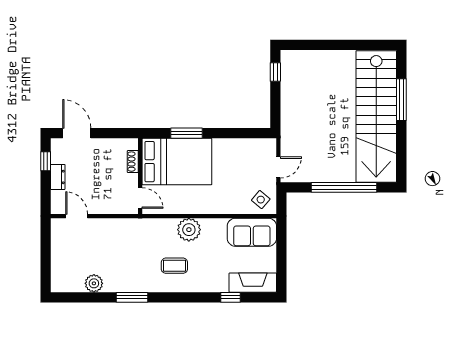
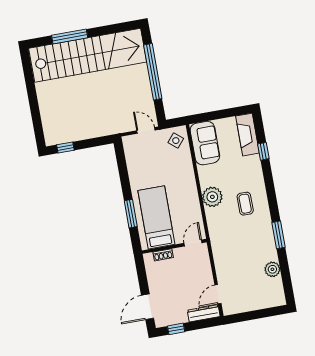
bed: (177, 162) -> (156, 217), width x0.67
dresser: (58, 177) -> (204, 313), moved, width x1.44

